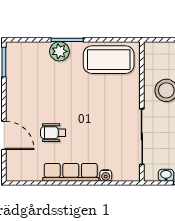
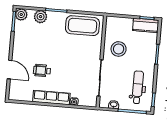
plant: (15, 51) -> (21, 15), added
plant: (59, 51) -> (41, 17), moved

